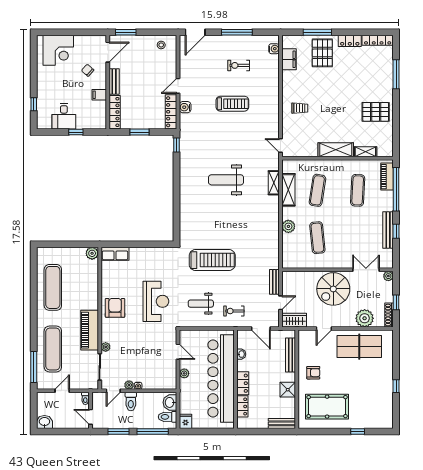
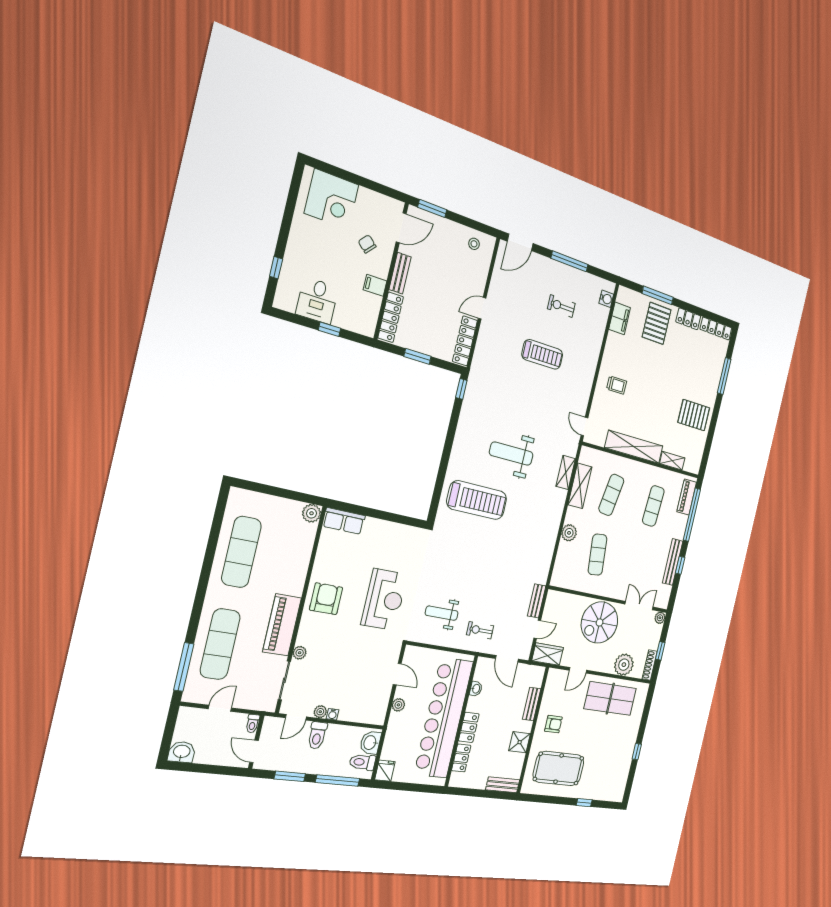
water cooler: (185, 107) -> (484, 340), removed
shelving: (336, 150) -> (634, 447), width x1.47
treadmill: (212, 260) -> (477, 500), moved
bench: (290, 355) -> (532, 704), width x0.73

